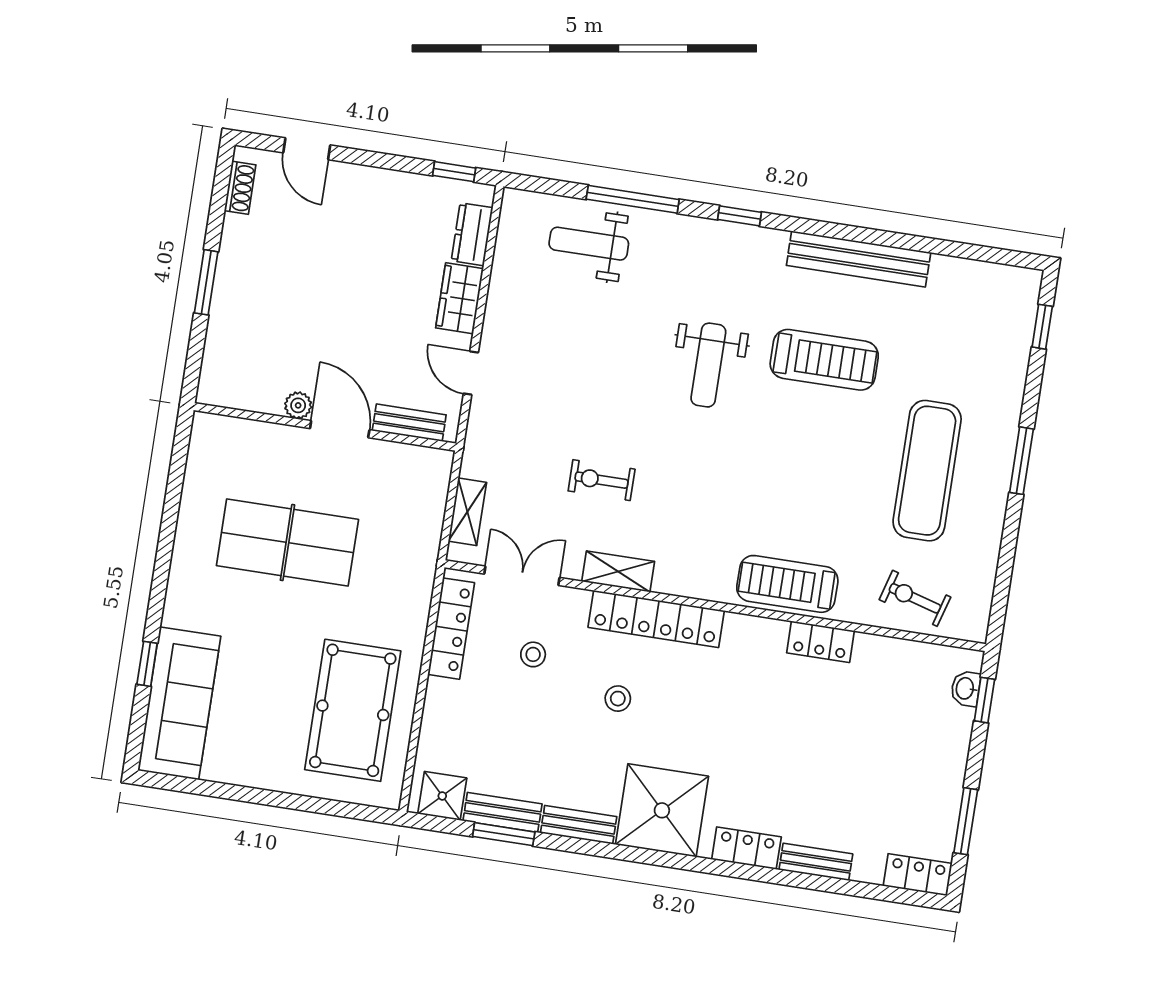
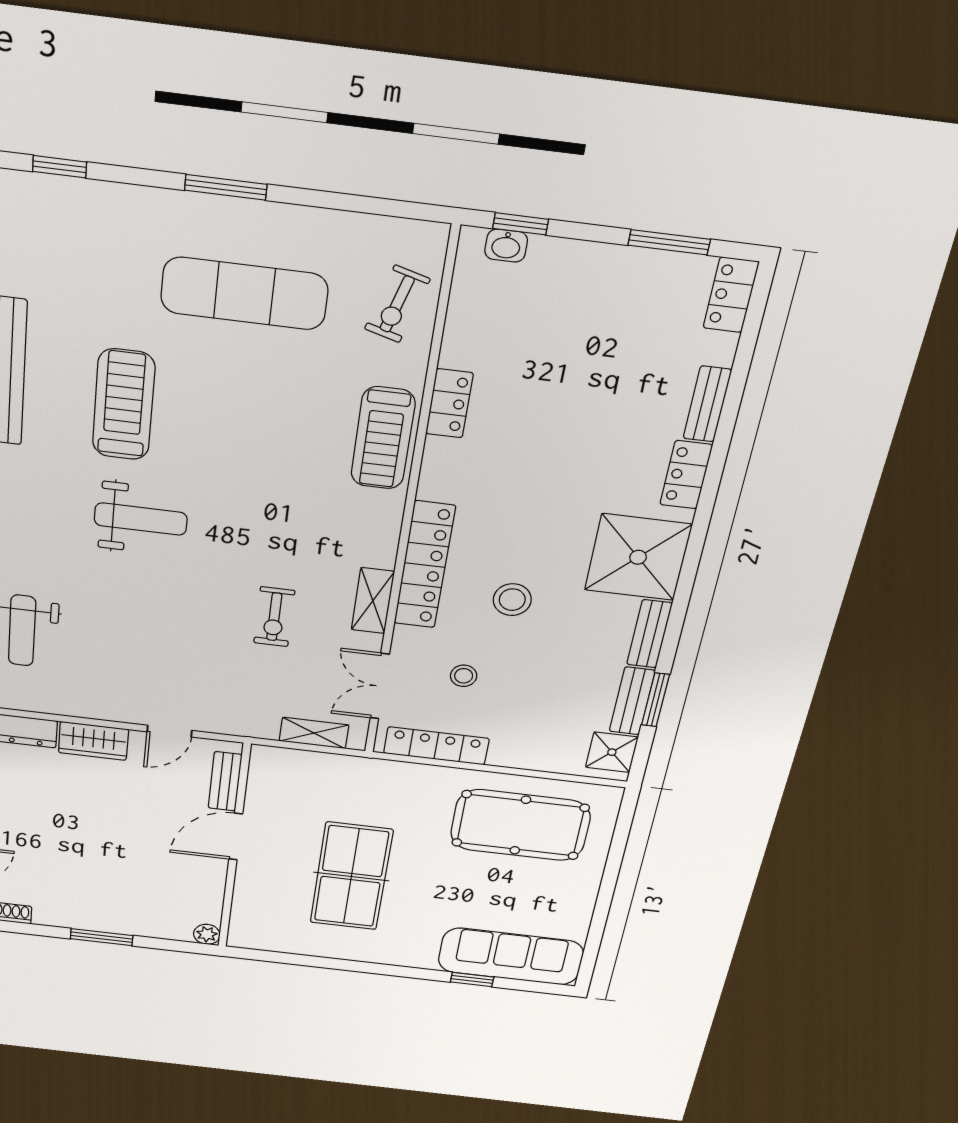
plant: (298, 405) -> (207, 934), moved
stool: (618, 699) -> (512, 600), width x1.37, depth x1.37

